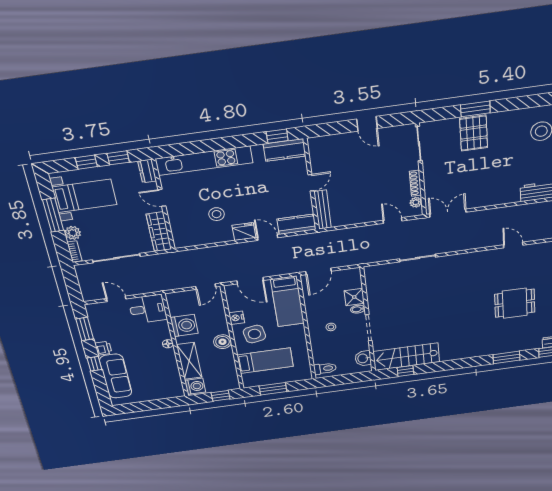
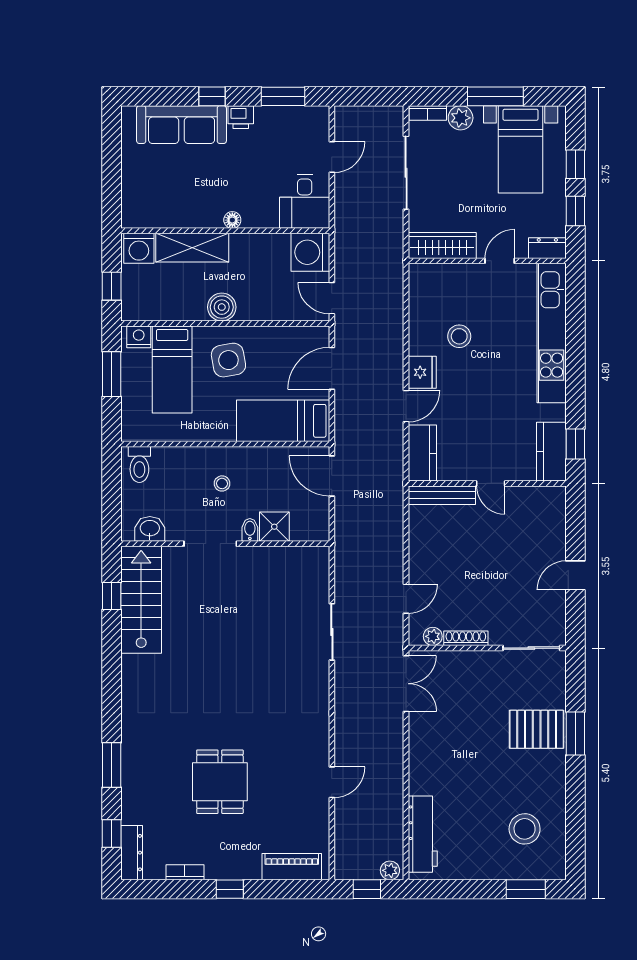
nightstand: (237, 318) -> (139, 337), moved
washing machine: (184, 325) -> (310, 252), moved, turned 90

